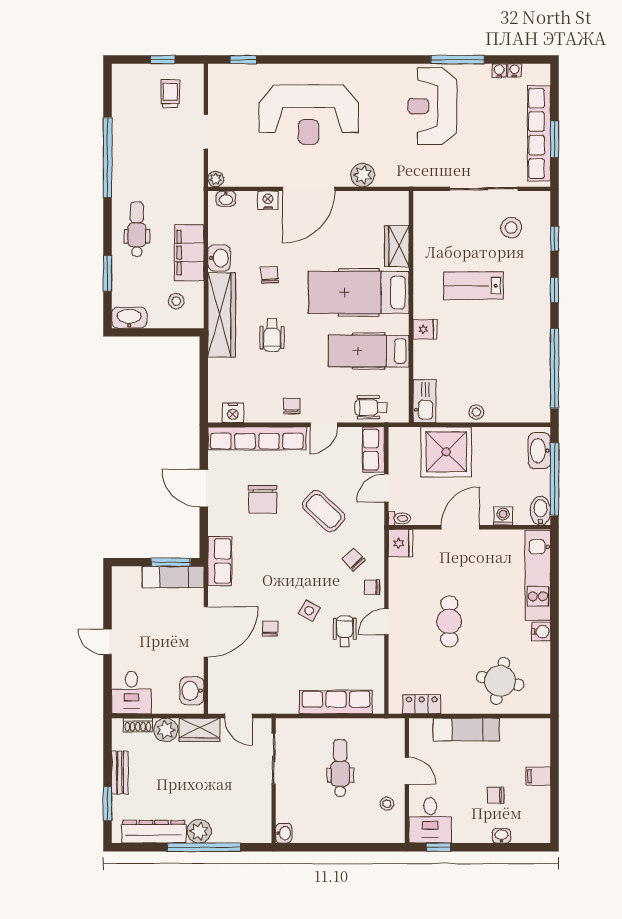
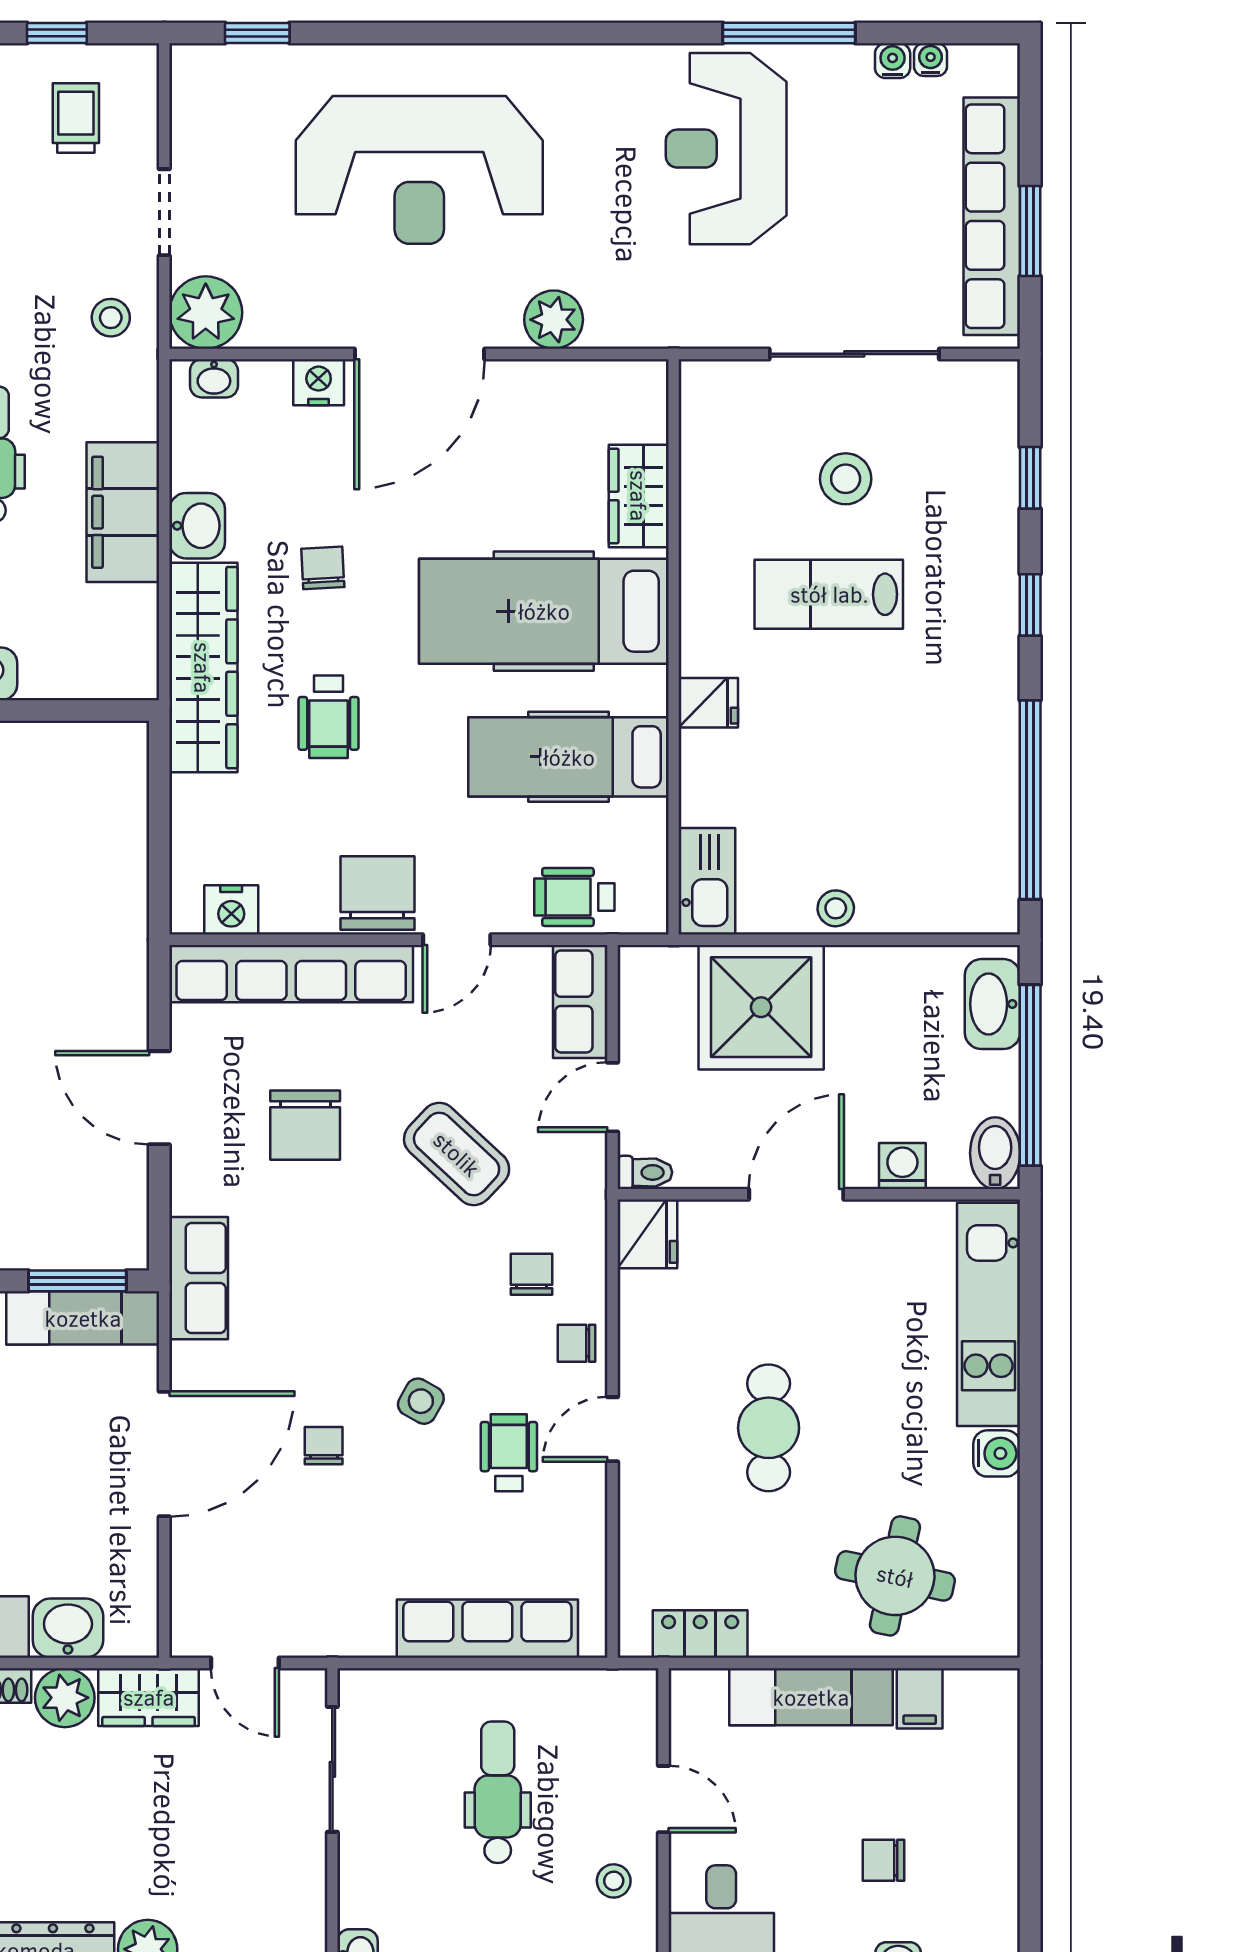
plant: (216, 179) -> (206, 313), width x1.87, depth x1.87
stool: (511, 228) -> (846, 479), moved
stool: (176, 301) -> (111, 318), moved
chair: (292, 406) -> (377, 893), width x1.87, depth x1.87
chair: (354, 559) -> (531, 1274), turned 43
washbasin: (192, 691) -> (68, 1628), moved, turned 90
filing cabinet: (538, 776) -> (920, 1698), moved, turned -90

